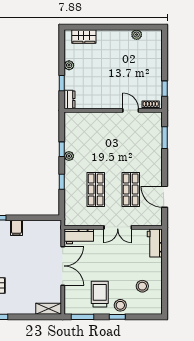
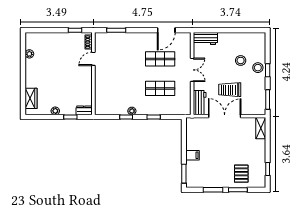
stool: (142, 286) -> (241, 60), moved
trolley: (100, 294) -> (230, 90), moved

